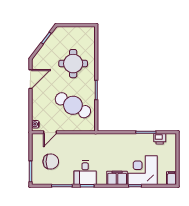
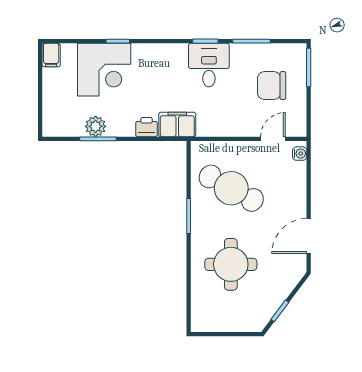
plant: (147, 139) -> (96, 126), added
printer: (160, 139) -> (147, 127), moved
filing cabinet: (117, 178) -> (177, 124), moved, turned 180

